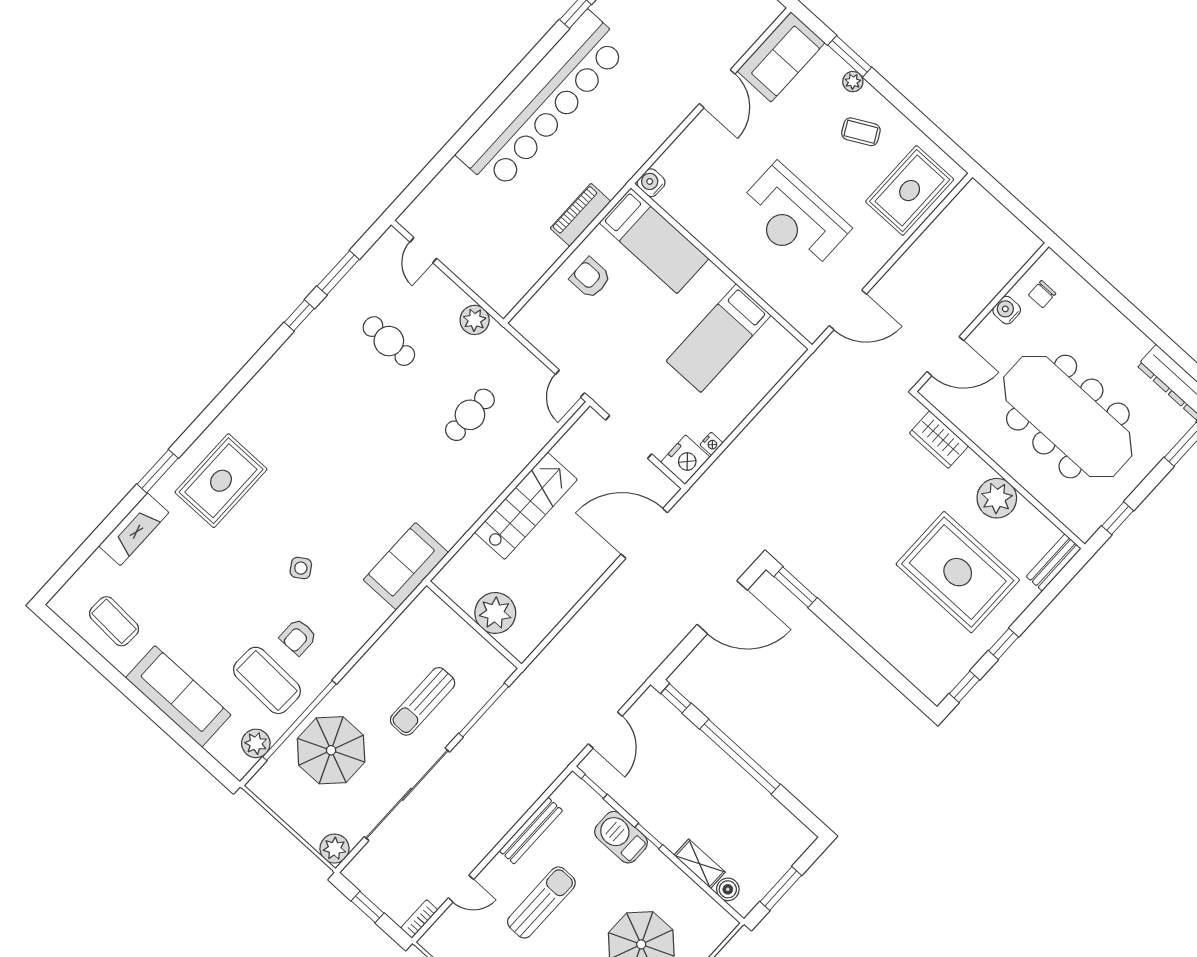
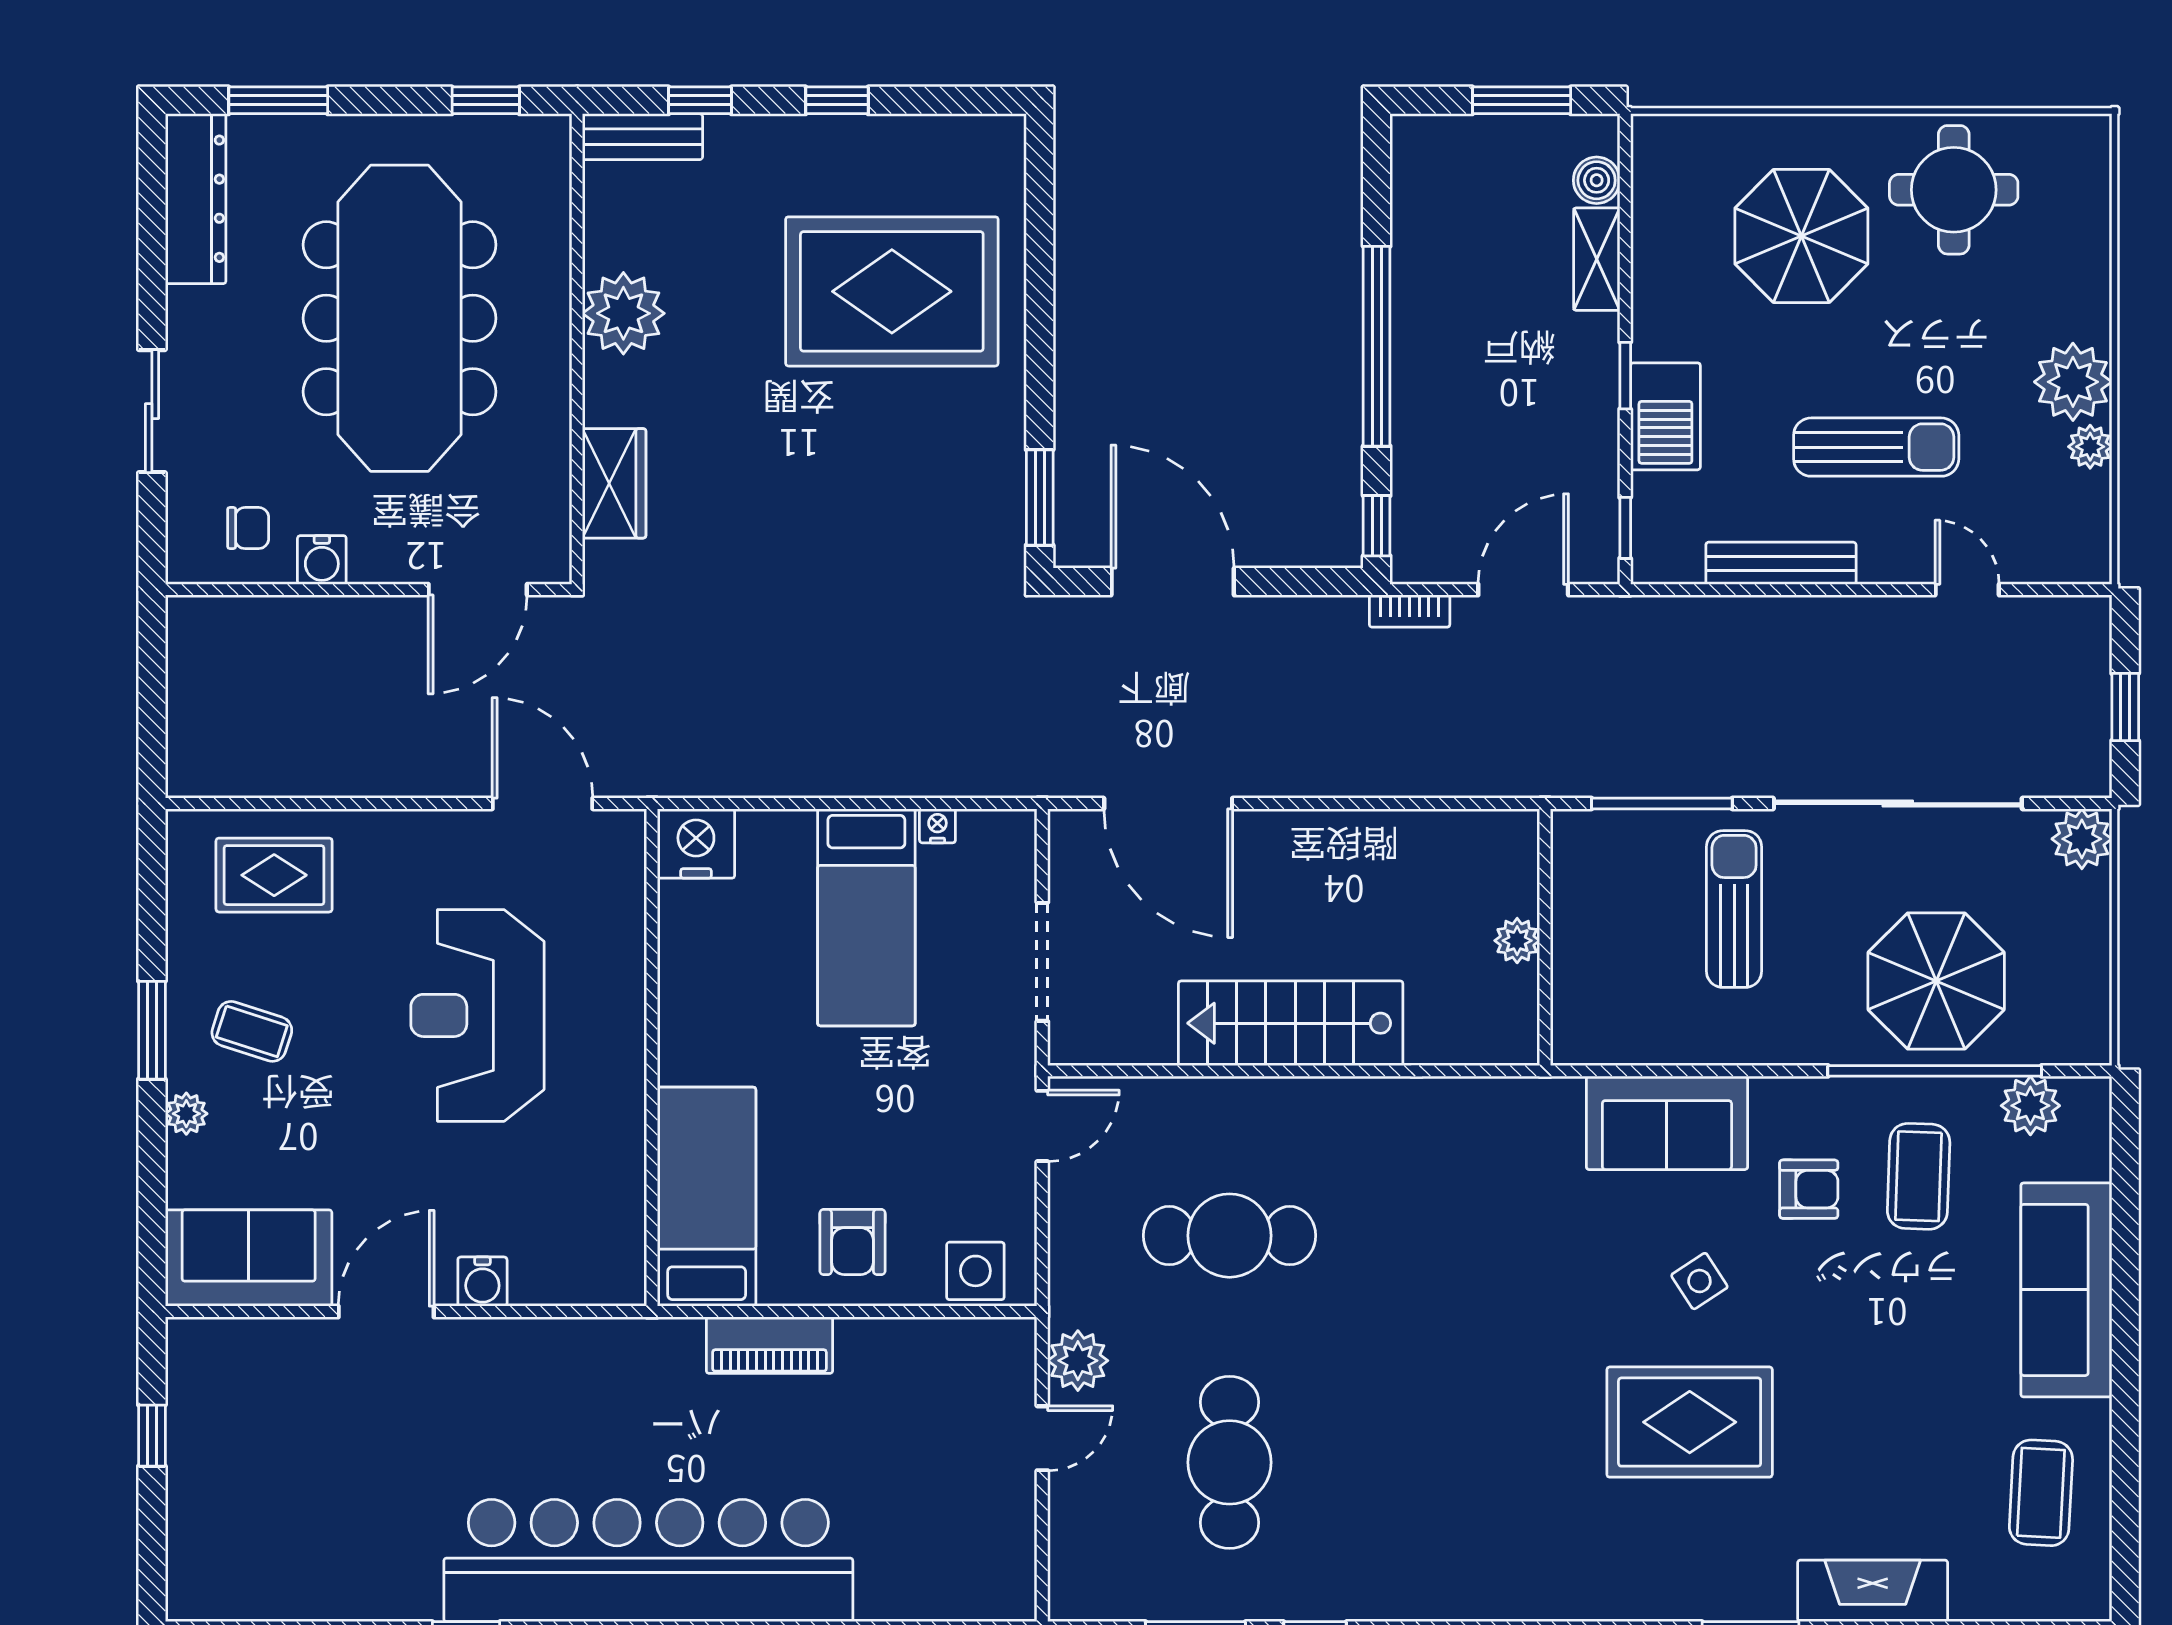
window: (850, 56) -> (152, 1030), moved
coffee table: (861, 132) -> (252, 1031), turned -44
water cooler: (651, 183) -> (482, 1282), moved
rug: (910, 191) -> (274, 875), width x0.73, depth x0.70
reception desk: (793, 218) -> (477, 1015), turned 180
door: (423, 250) -> (1042, 1438), moved
sliding door: (1115, 298) -> (152, 411), added
side table: (540, 312) -> (975, 1271), added
bed: (719, 338) -> (866, 917), moved, turned 90
cafe table: (389, 341) -> (1229, 1462), width x1.37, depth x1.35
door: (945, 356) -> (478, 590), swing flipped
cafe table: (470, 415) -> (1229, 1236), width x1.37, depth x1.35
nightstand: (685, 460) -> (696, 844), moved
rug: (221, 481) -> (1690, 1422), moved
sofa: (406, 566) -> (1667, 1123), moved
rug: (958, 572) -> (892, 291), moved, turned 90
plant: (495, 613) -> (1517, 941), width x0.53, depth x0.53
coffee table: (267, 680) -> (1919, 1176), width x0.73, depth x0.76
window: (964, 687) -> (700, 100), moved
sun lounger: (423, 701) -> (1734, 909), turned -90
sun lounger: (541, 902) -> (1876, 447), turned 180
bookcase: (419, 919) -> (1410, 611), moved

